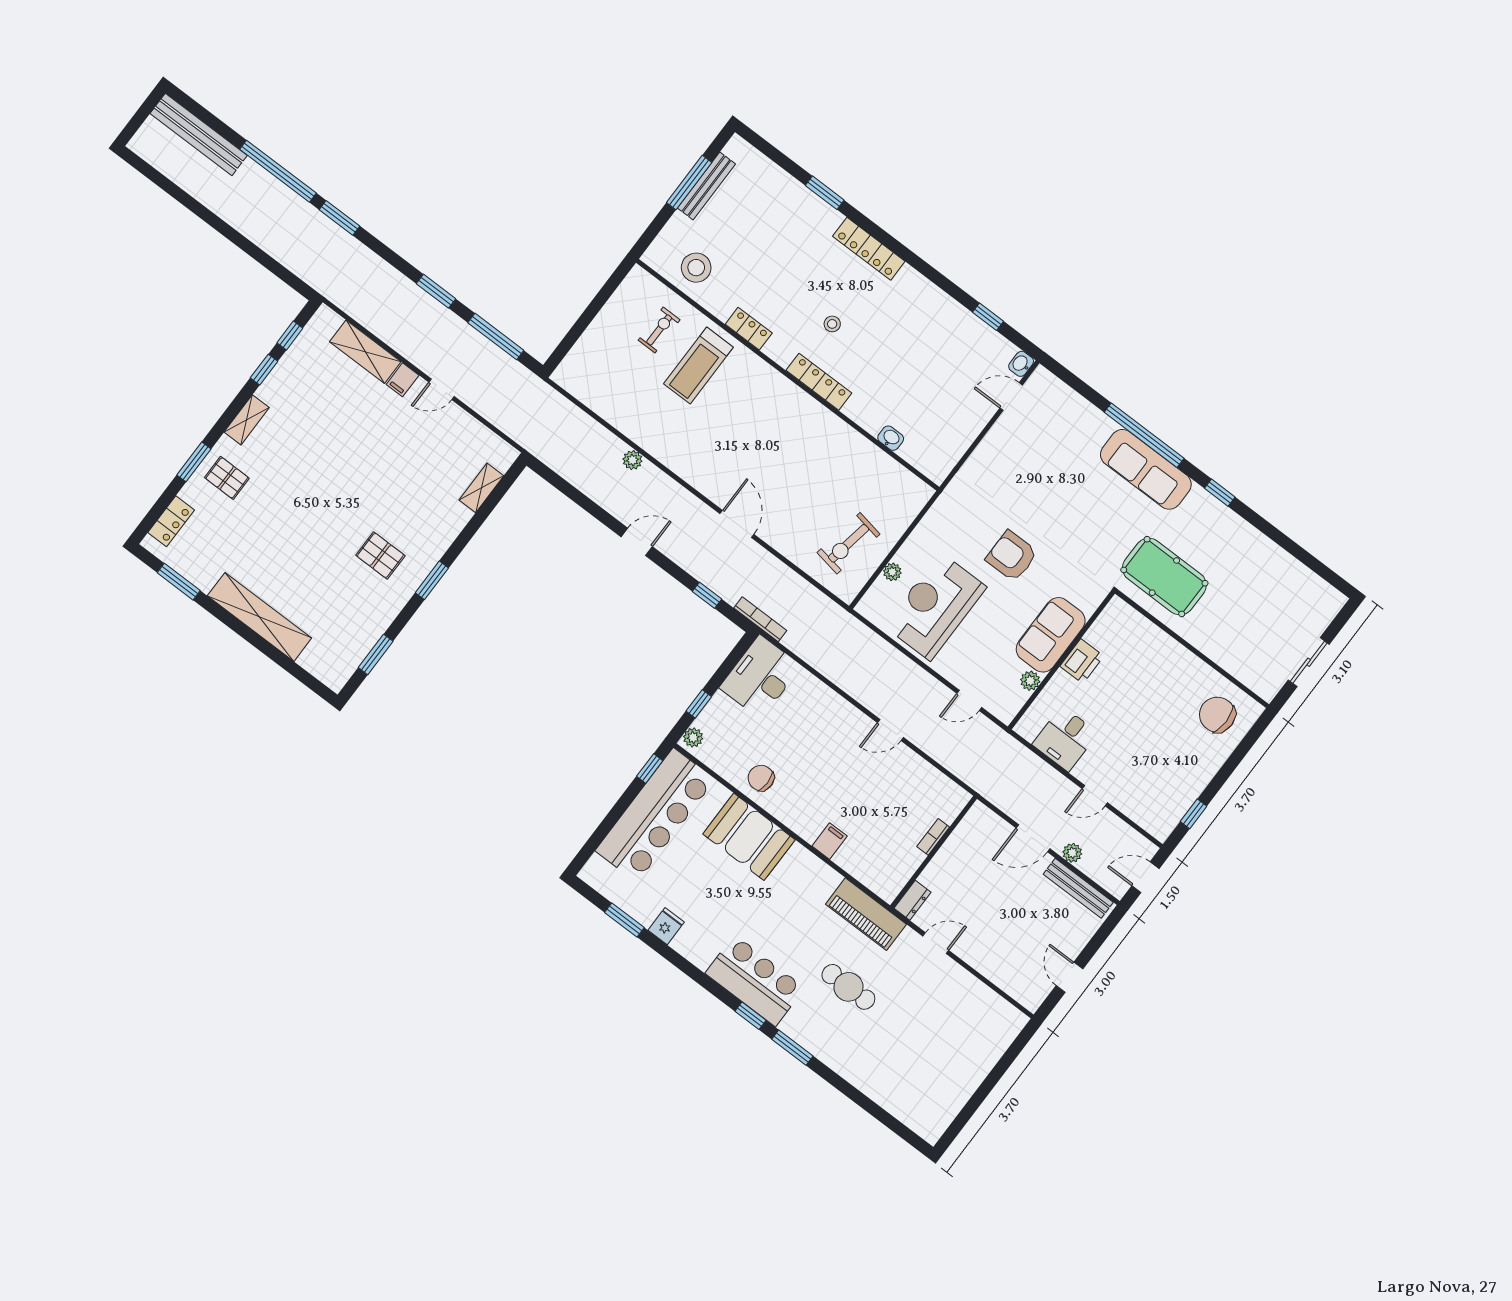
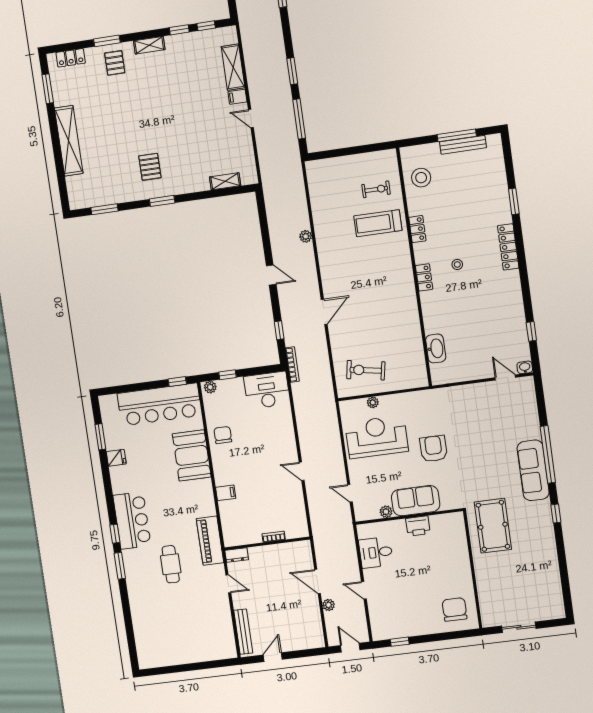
locker: (819, 382) -> (424, 277), width x0.66
washbasin: (891, 438) -> (436, 348), width x1.91, depth x1.45
bench: (1078, 888) -> (243, 632), moved

